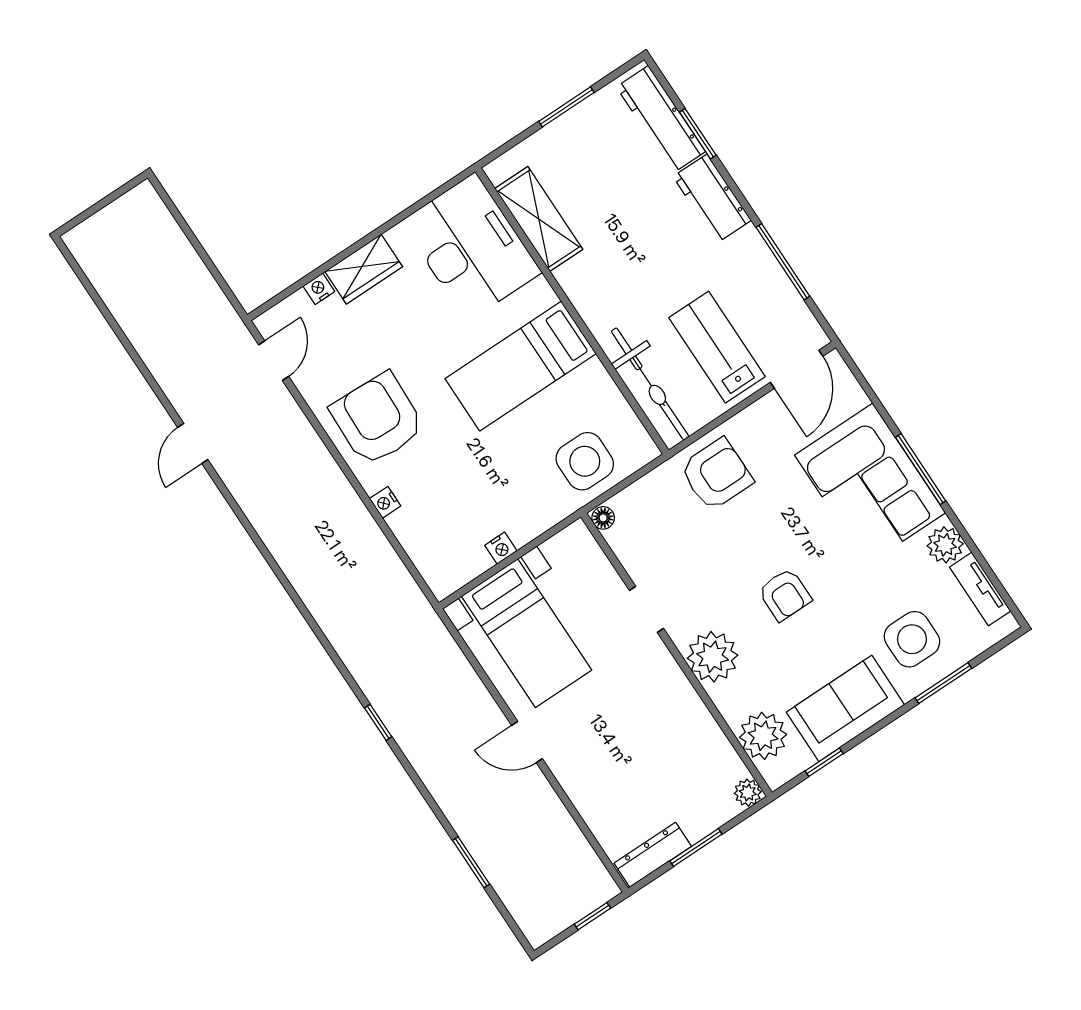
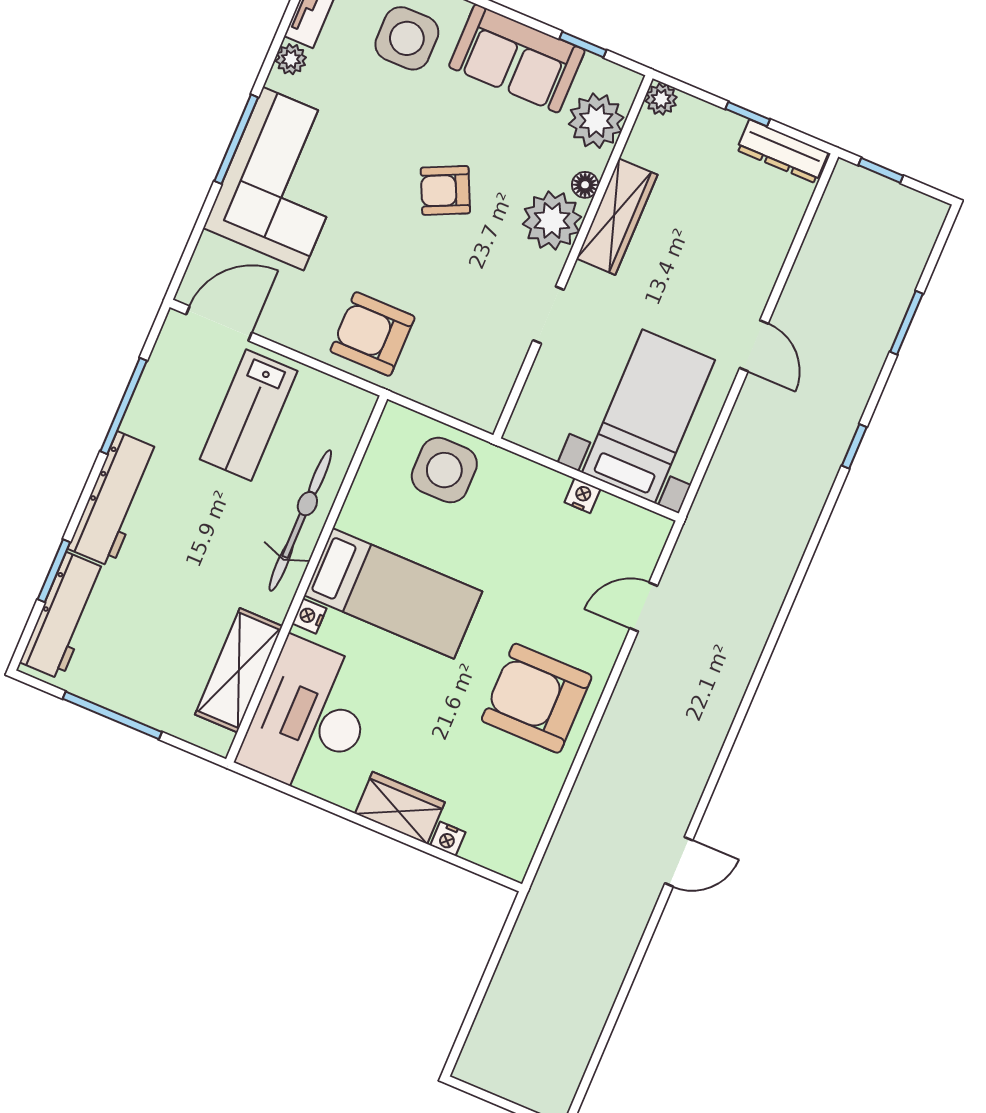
window: (566, 107) -> (112, 715), width x1.44
workbench: (712, 199) -> (114, 499), width x1.38
door: (274, 361) -> (644, 607), moved
bicycle: (650, 384) -> (300, 521), moved
armchair: (377, 419) -> (537, 698), turned 88
nightstand: (385, 502) -> (309, 616), moved, turned 180
floor lamp: (603, 518) -> (585, 185), moved
plant: (945, 545) -> (291, 59), width x0.73, depth x0.73
armchair: (785, 595) -> (445, 190), turned -115
wardrobe: (684, 705) -> (617, 217), added
window: (378, 722) -> (854, 446), moved
window: (696, 847) -> (748, 114), width x0.67

